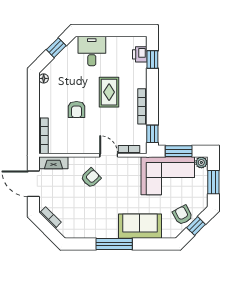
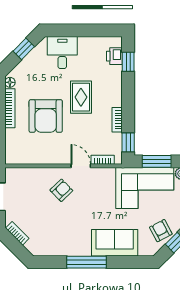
bookcase: (142, 106) -> (117, 120), width x0.64
armchair: (77, 109) -> (46, 116), width x1.88, depth x1.88
bookcase: (43, 136) -> (10, 108), moved
fireplace: (54, 163) -> (21, 174), removed

